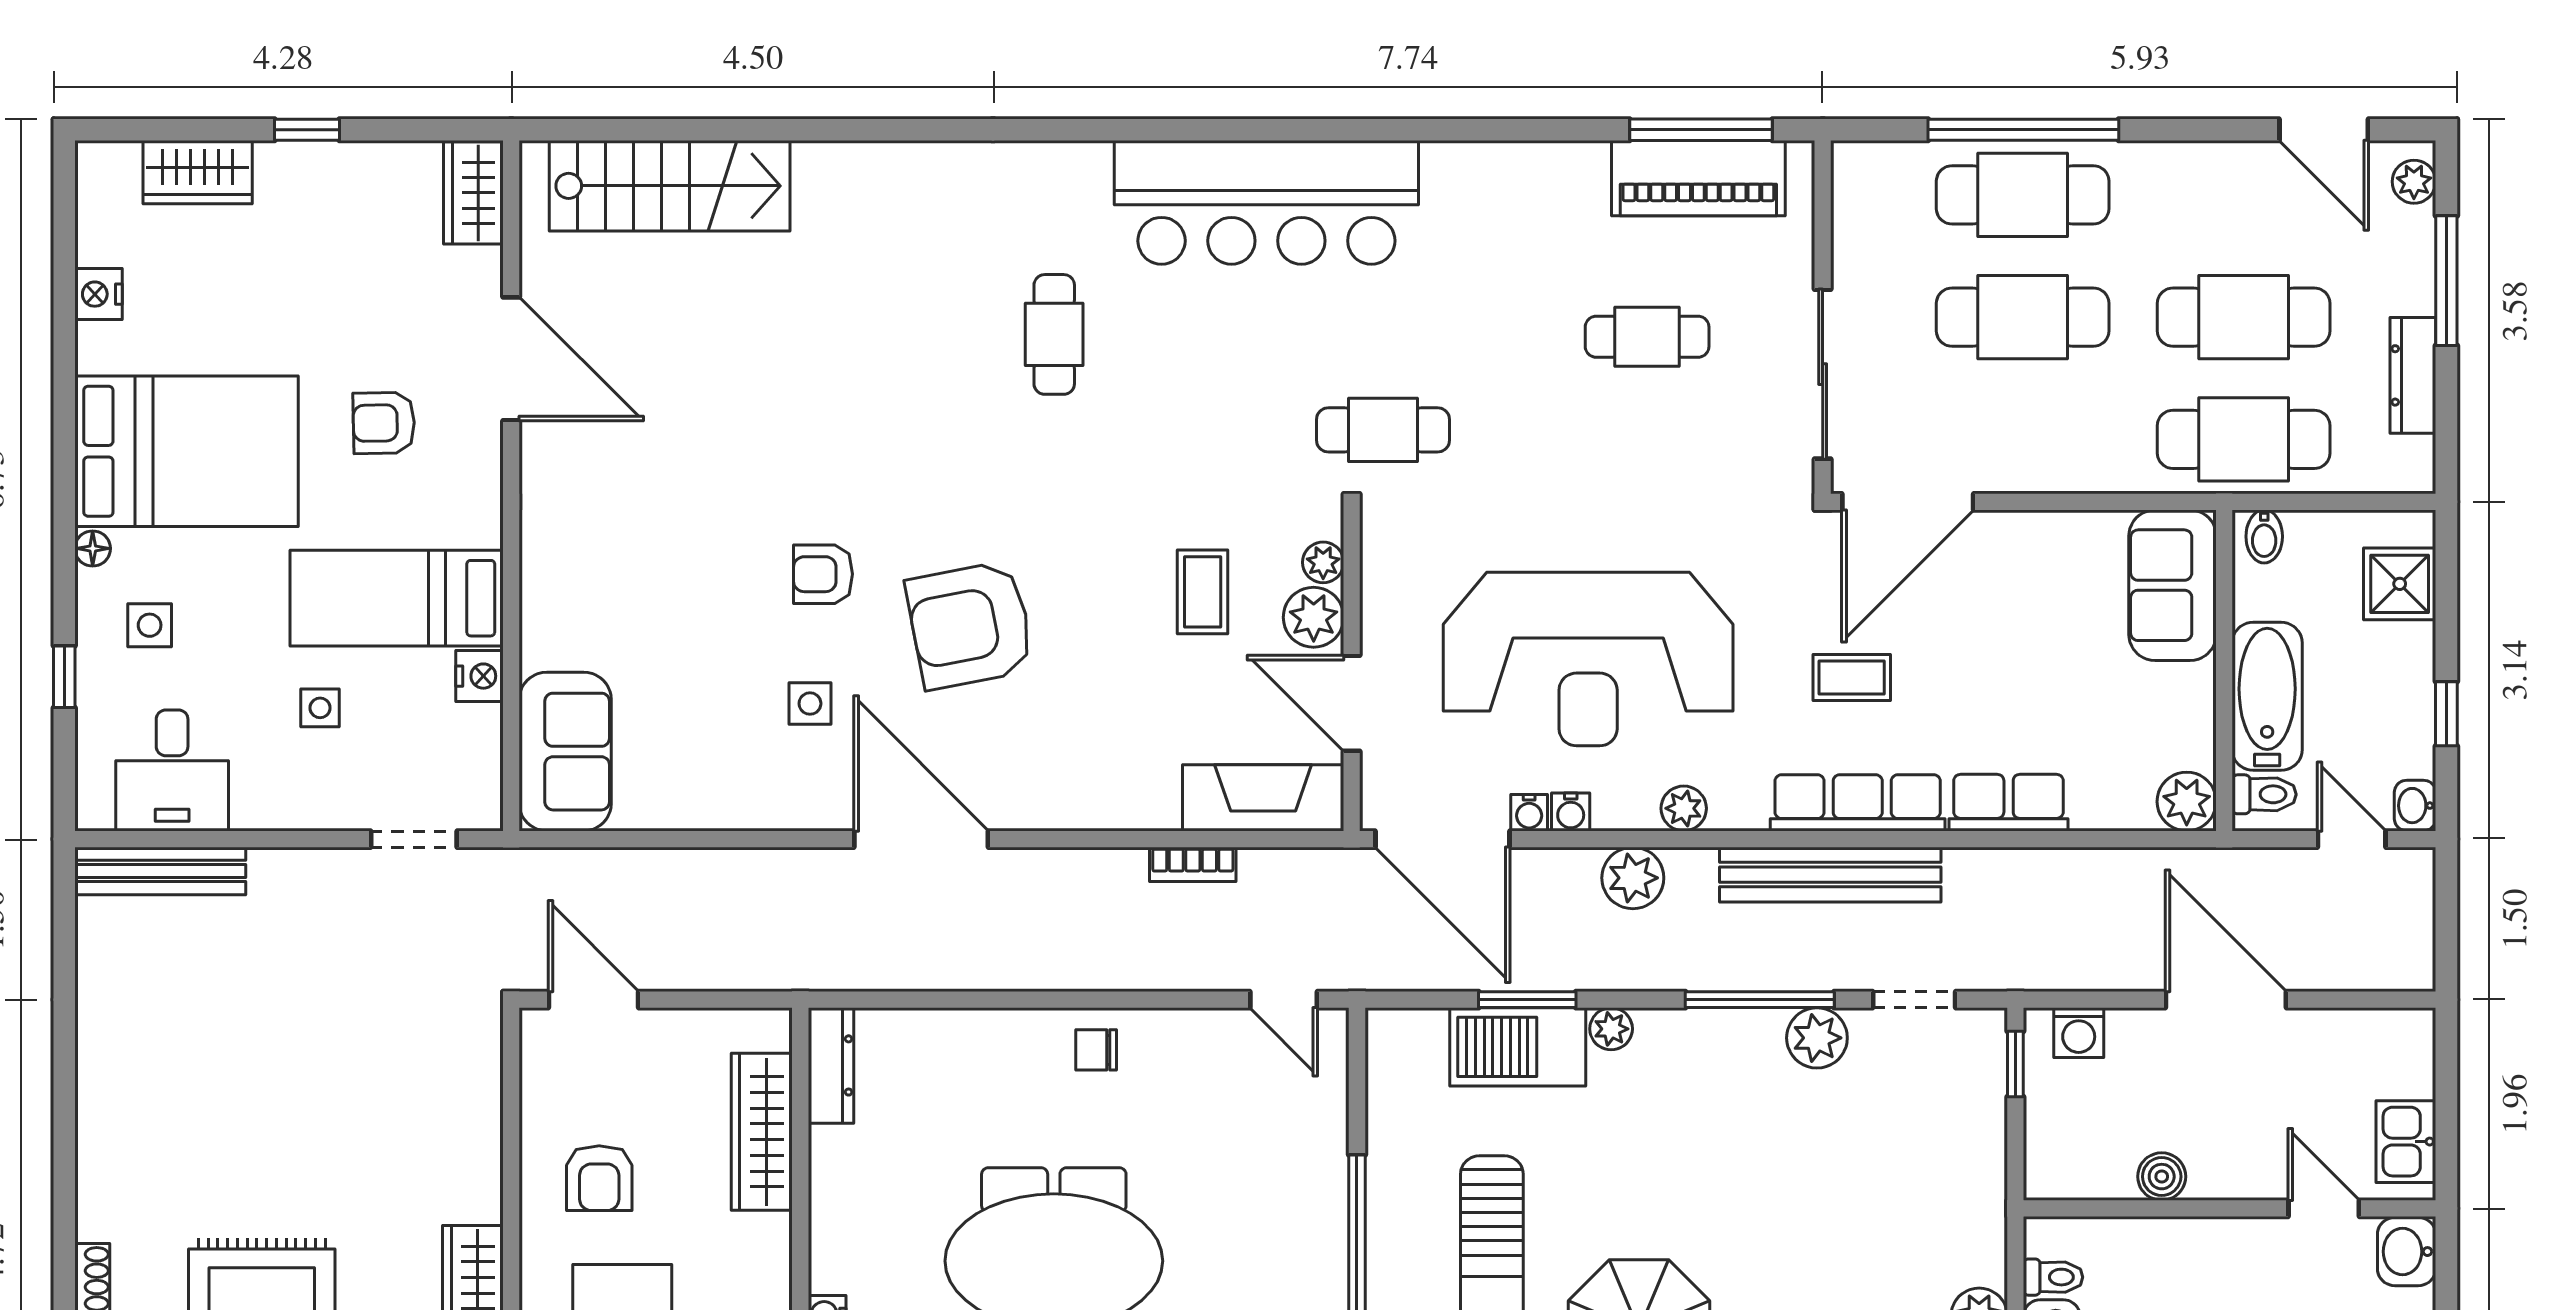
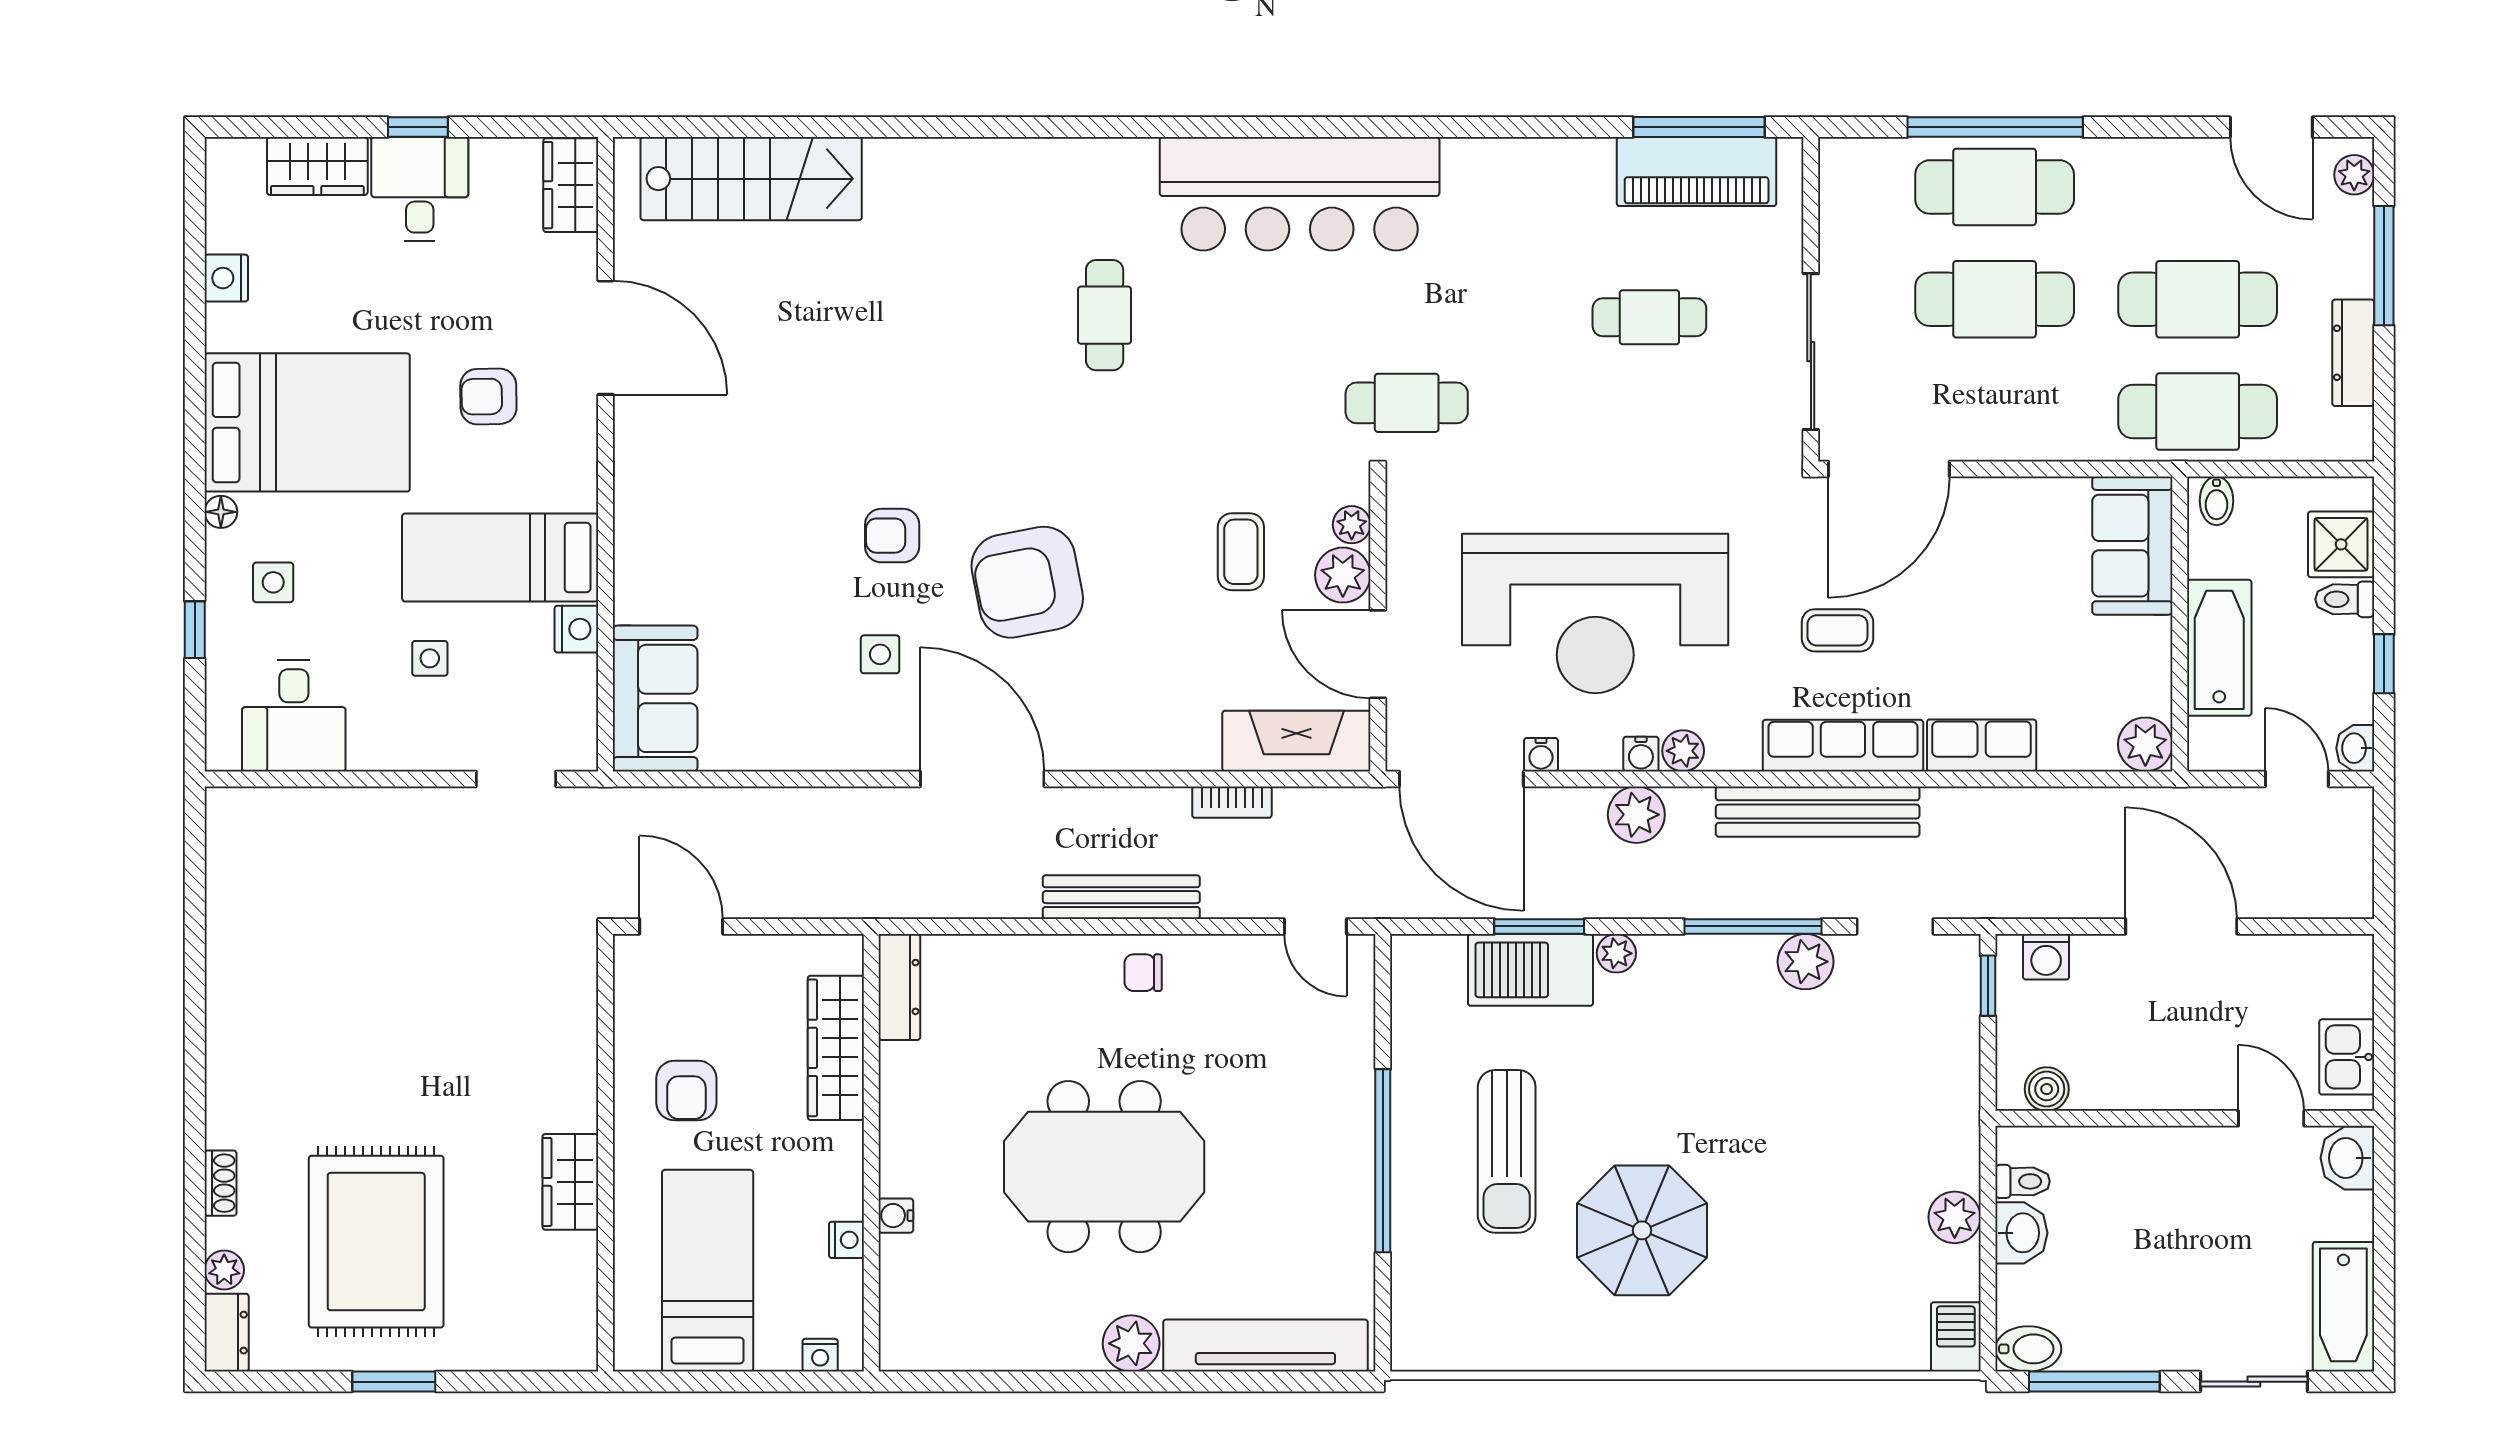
desk: (309, 197) -> (420, 189), added
toilet: (2264, 794) -> (2345, 599), moved, turned 180
water cooler: (1571, 812) -> (1641, 754), moved
bench: (160, 871) -> (1121, 897), moved
boiler: (2162, 1177) -> (2047, 1089), moved

